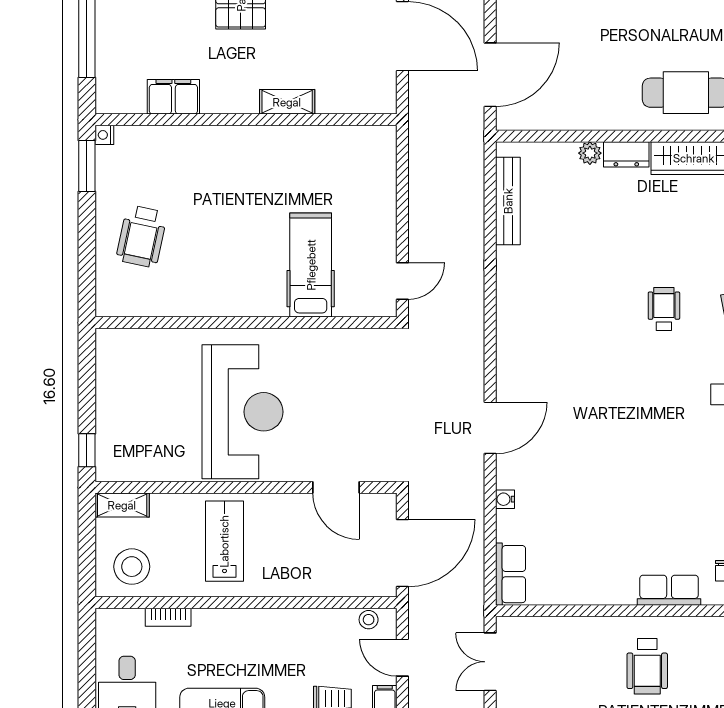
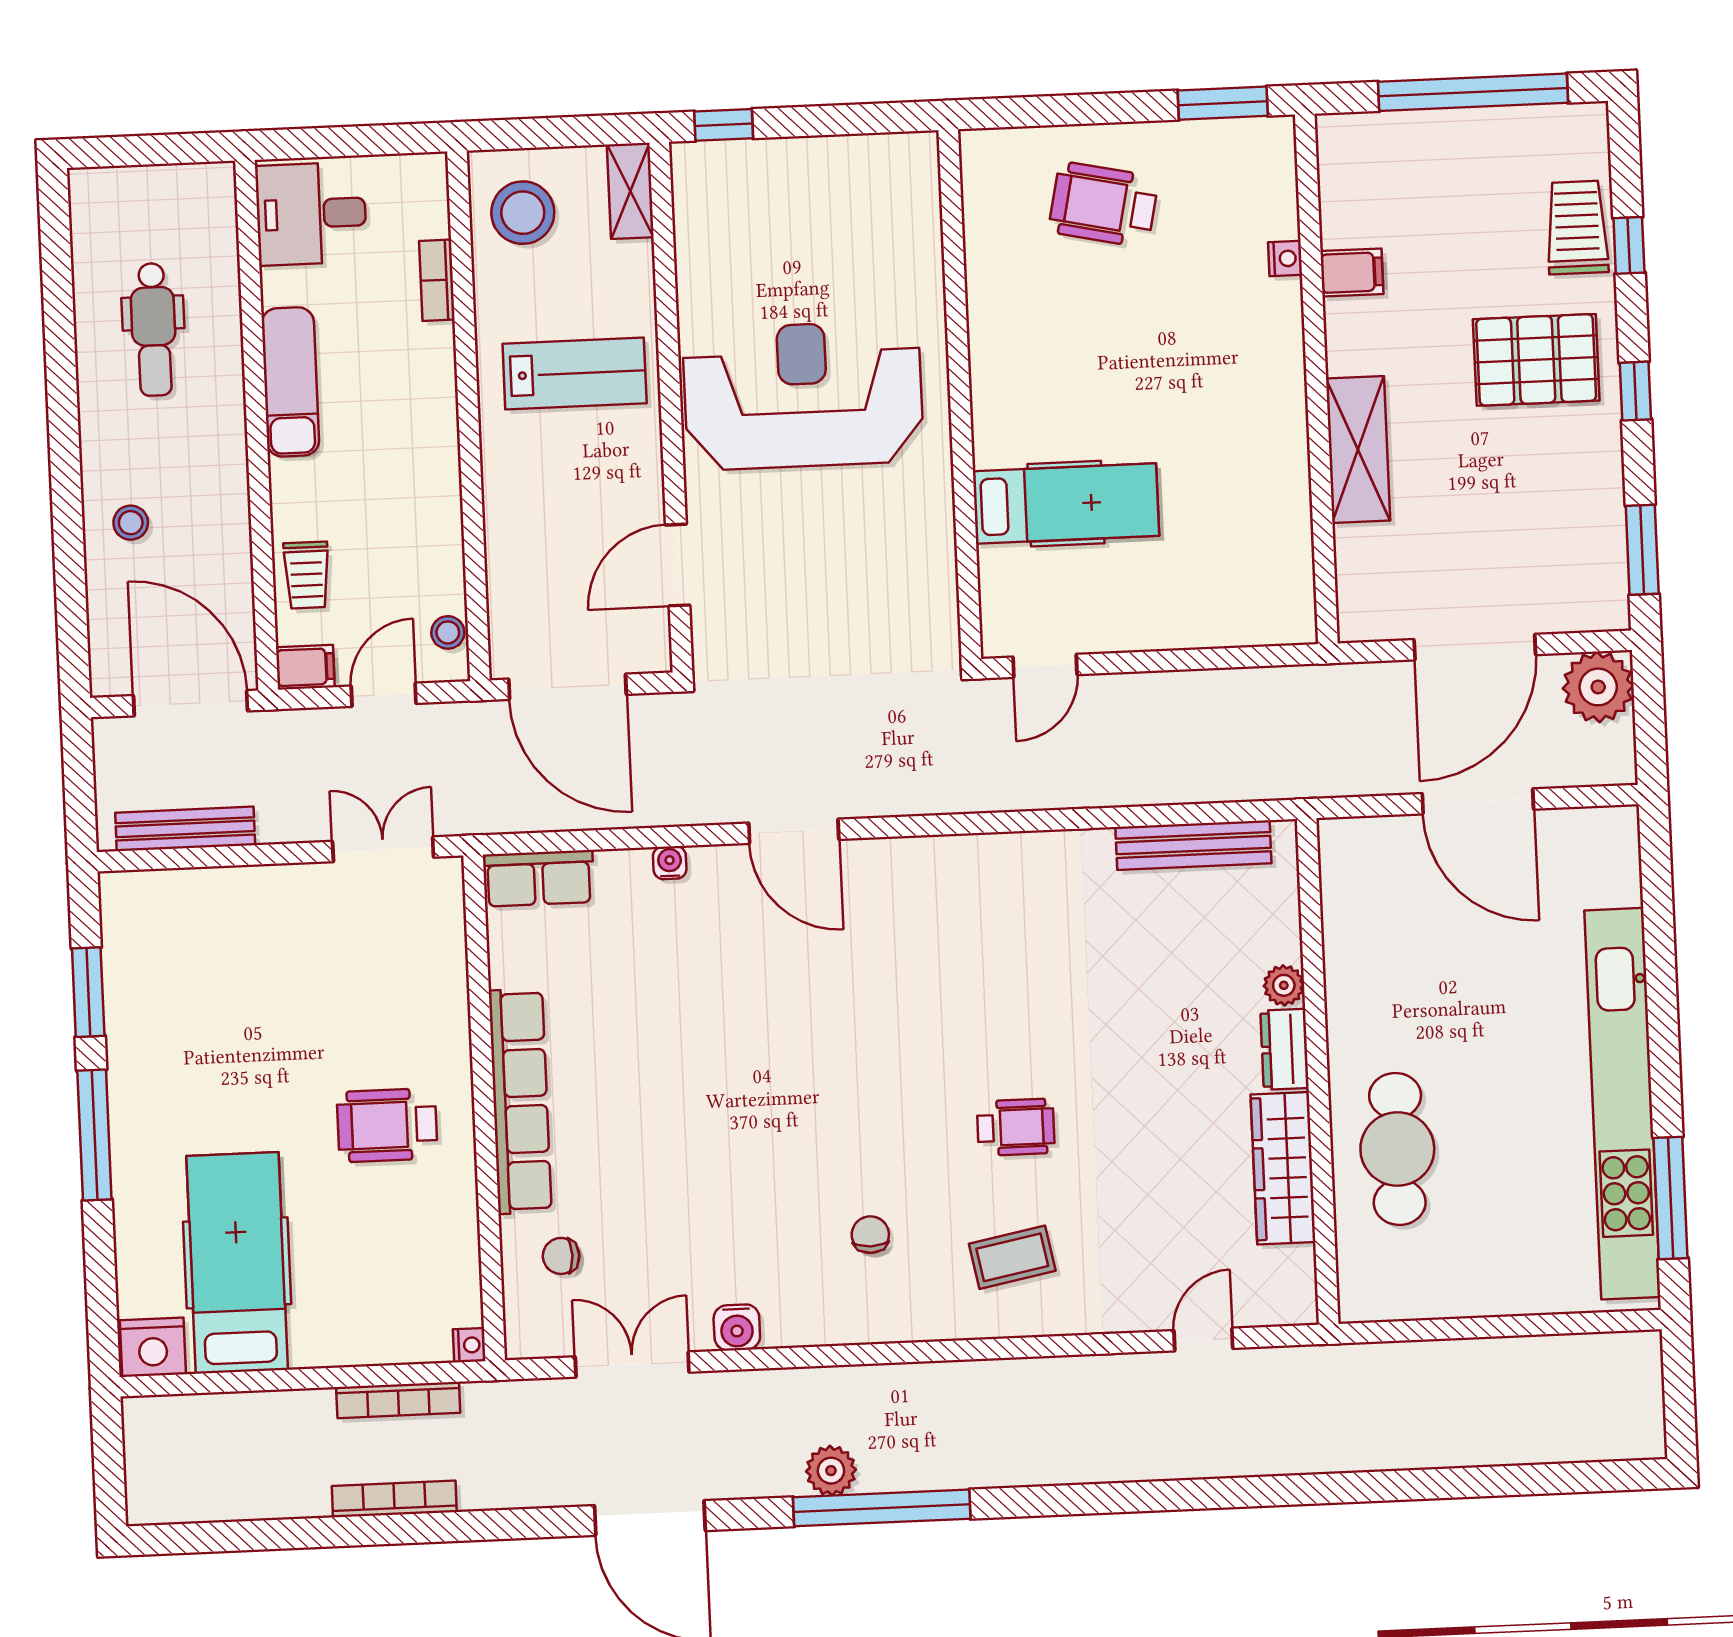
door: (490, 75) -> (1478, 801), moved
filing cabinet: (173, 97) -> (1352, 273), width x0.50
shelving: (287, 102) -> (1358, 449), width x1.50, depth x1.33
nightstand: (104, 135) -> (1285, 259), moved, turned 90
door: (402, 281) -> (1045, 666), hinge flipped
reception desk: (243, 412) -> (803, 395), turned 180
row of seats: (669, 590) -> (520, 1101), width x2.02

